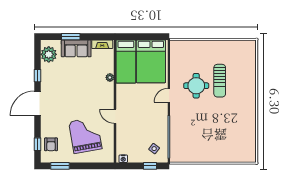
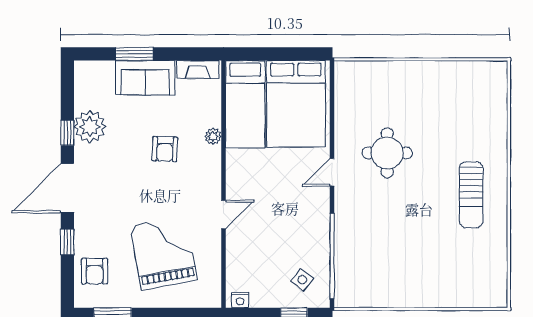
plant: (49, 54) -> (90, 127), moved
sun lounger: (220, 81) -> (471, 195), moved
armchair: (86, 84) -> (165, 149), added
door: (115, 116) -> (223, 214), swing flipped
window: (38, 144) -> (67, 242), moved

